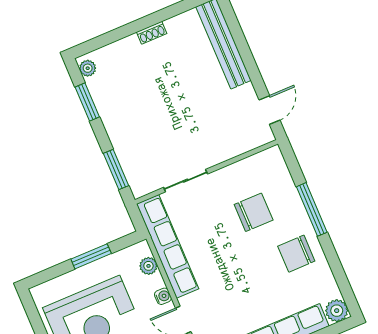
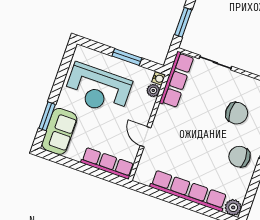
row of seats: (168, 246) -> (177, 80), width x0.73
water cooler: (163, 296) -> (159, 78), moved

